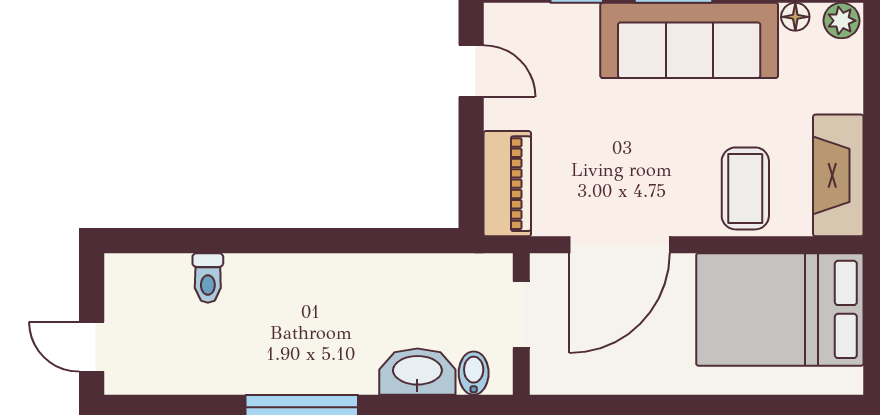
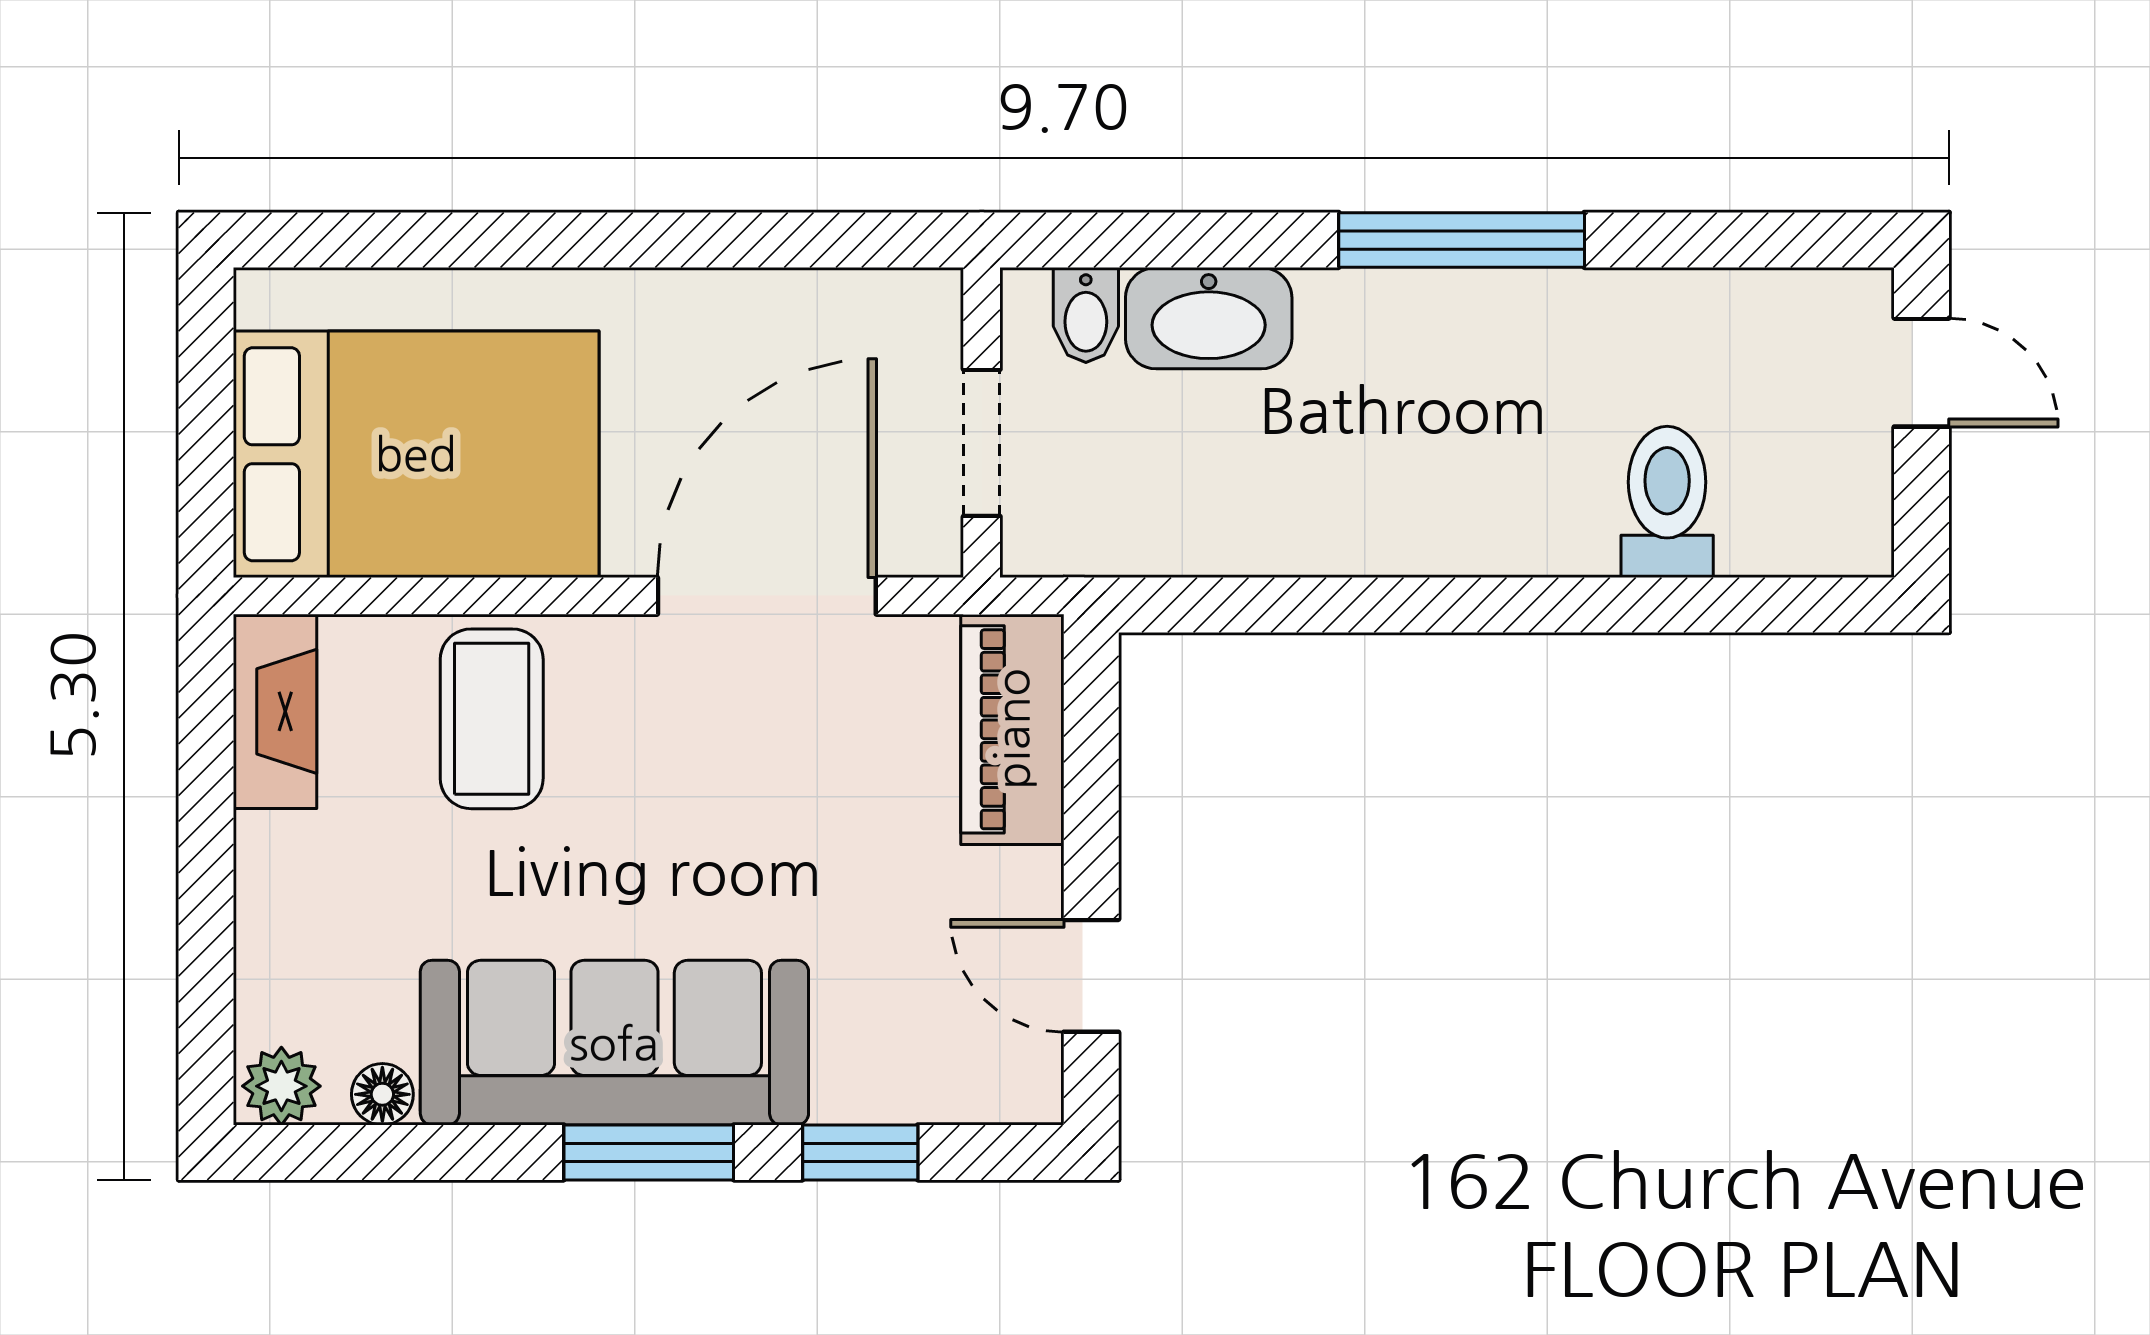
fireplace: (838, 175) -> (275, 711), width x0.73, depth x0.76
toilet: (208, 278) -> (1667, 502), width x1.37, depth x1.39

